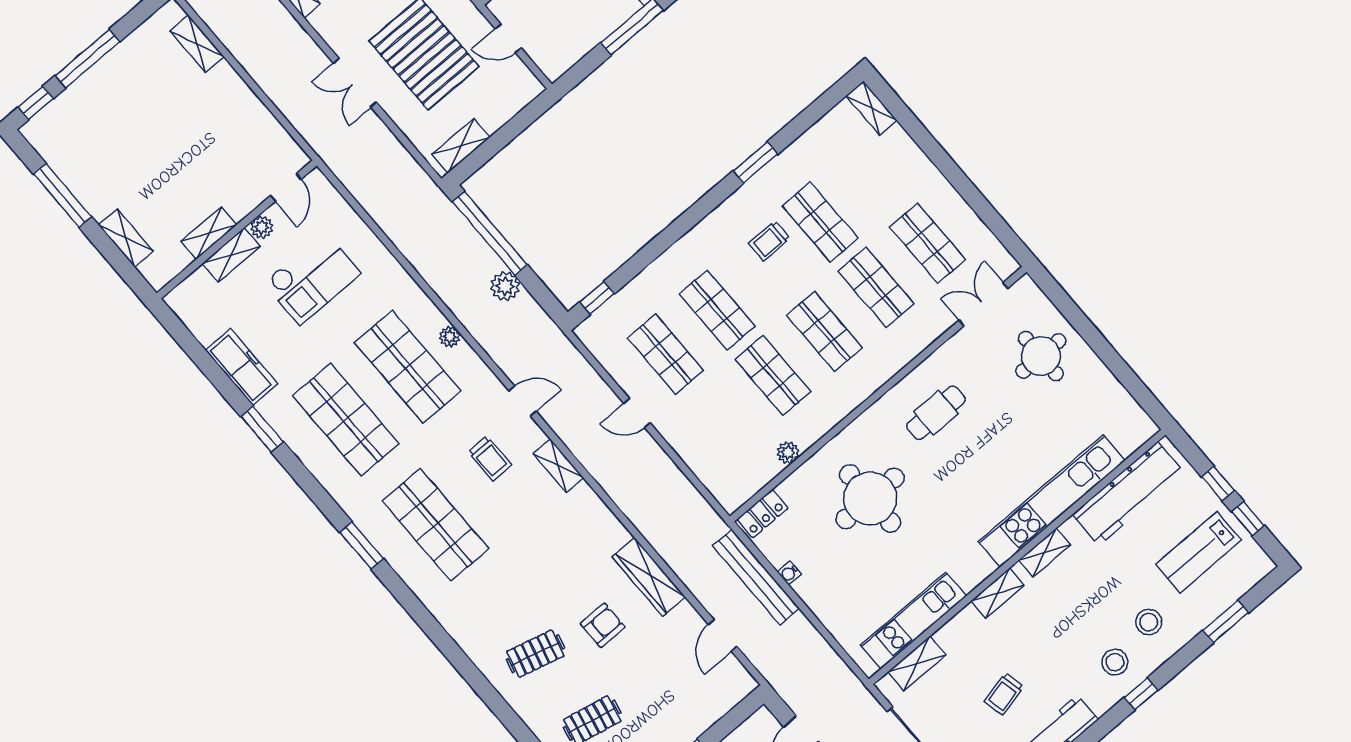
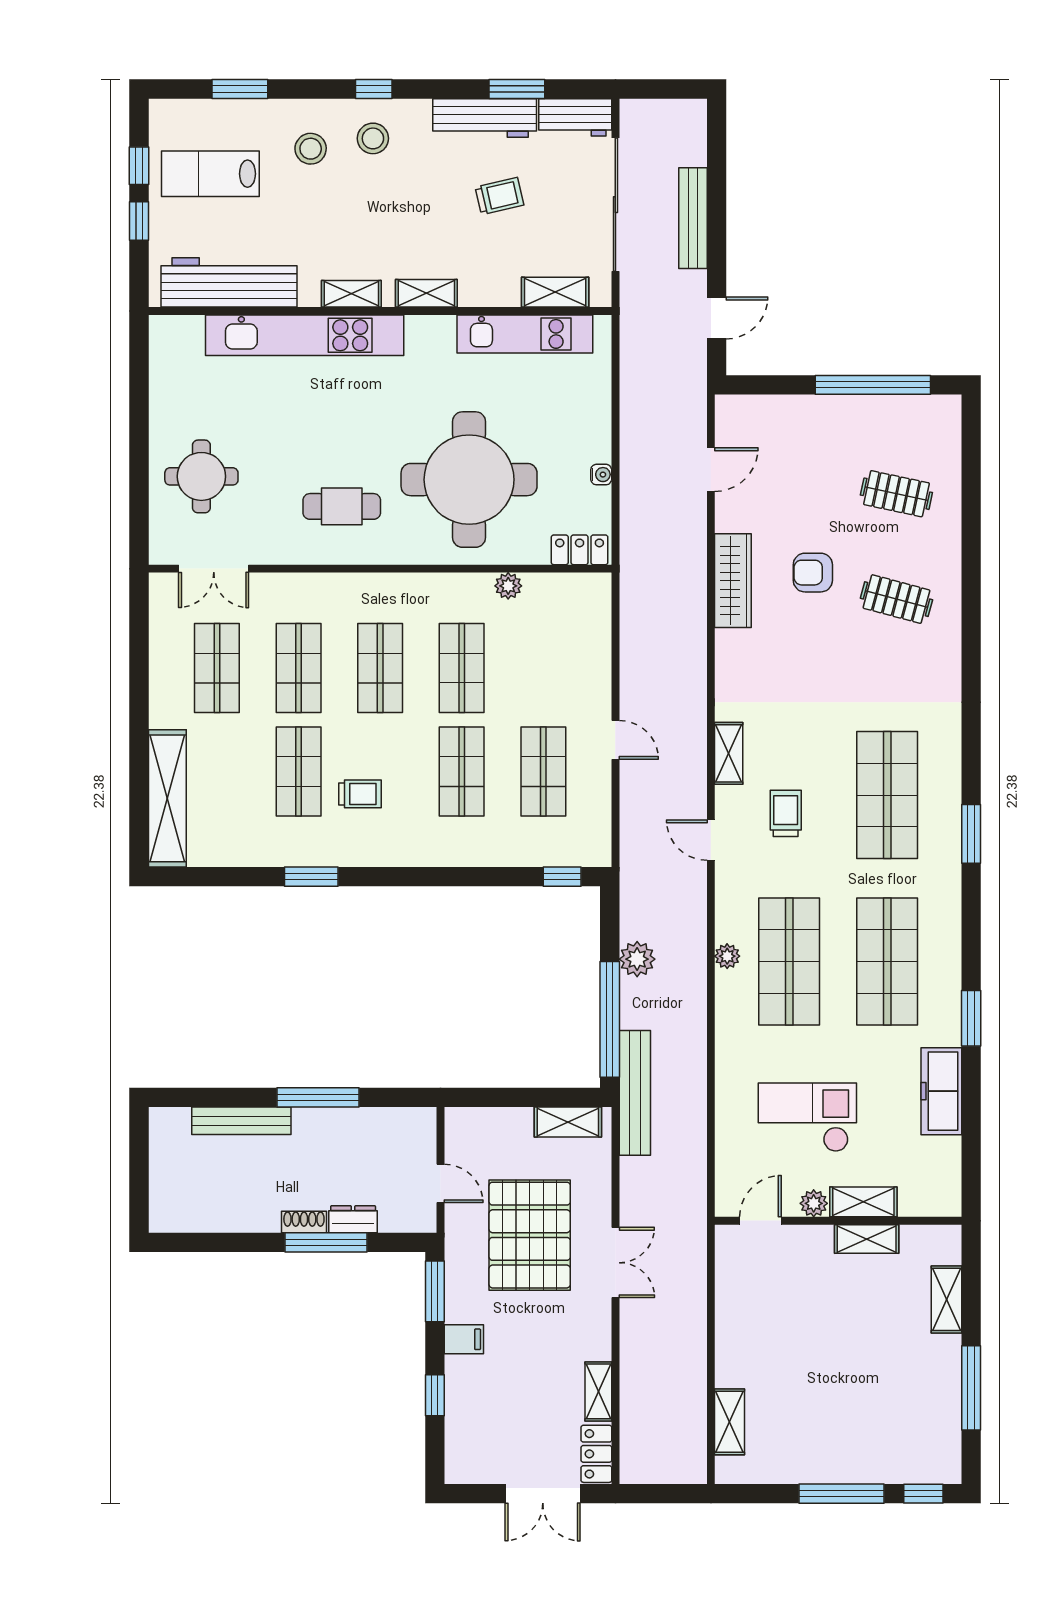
shelving: (871, 108) -> (167, 798), width x2.20, depth x1.33
round table: (870, 498) -> (469, 480), width x1.36, depth x1.36
lab bench: (1199, 552) -> (210, 174), turned 180
bench: (756, 577) -> (635, 1093), moved

